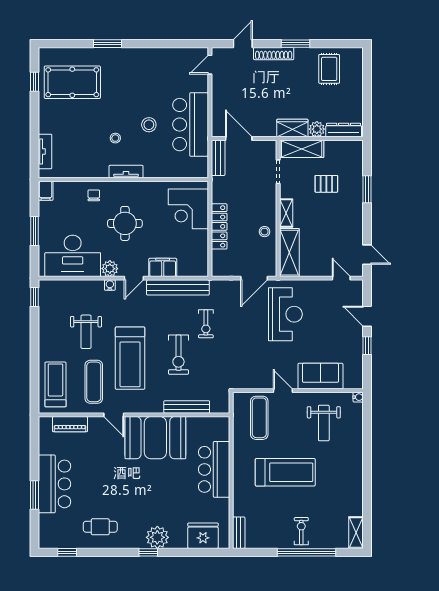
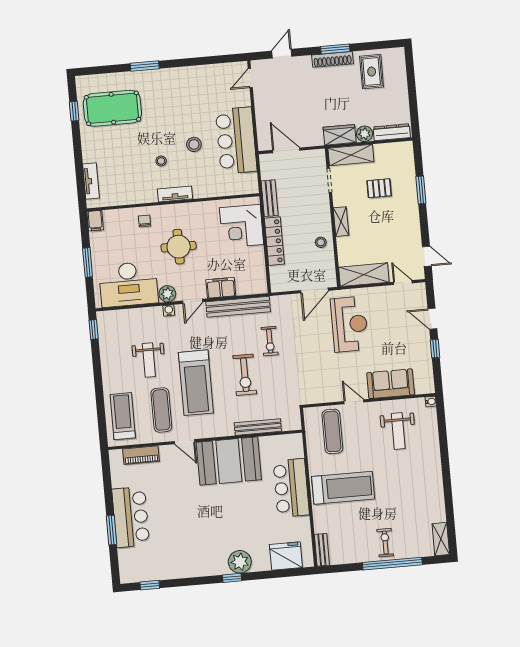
shoe rack: (274, 54) -> (333, 59), moved
bench: (218, 158) -> (270, 198), moved
shelving: (289, 253) -> (364, 275), moved, turned 90
treadmill: (285, 472) -> (343, 488), moved
cafe table: (100, 527) -> (181, 556), removed

